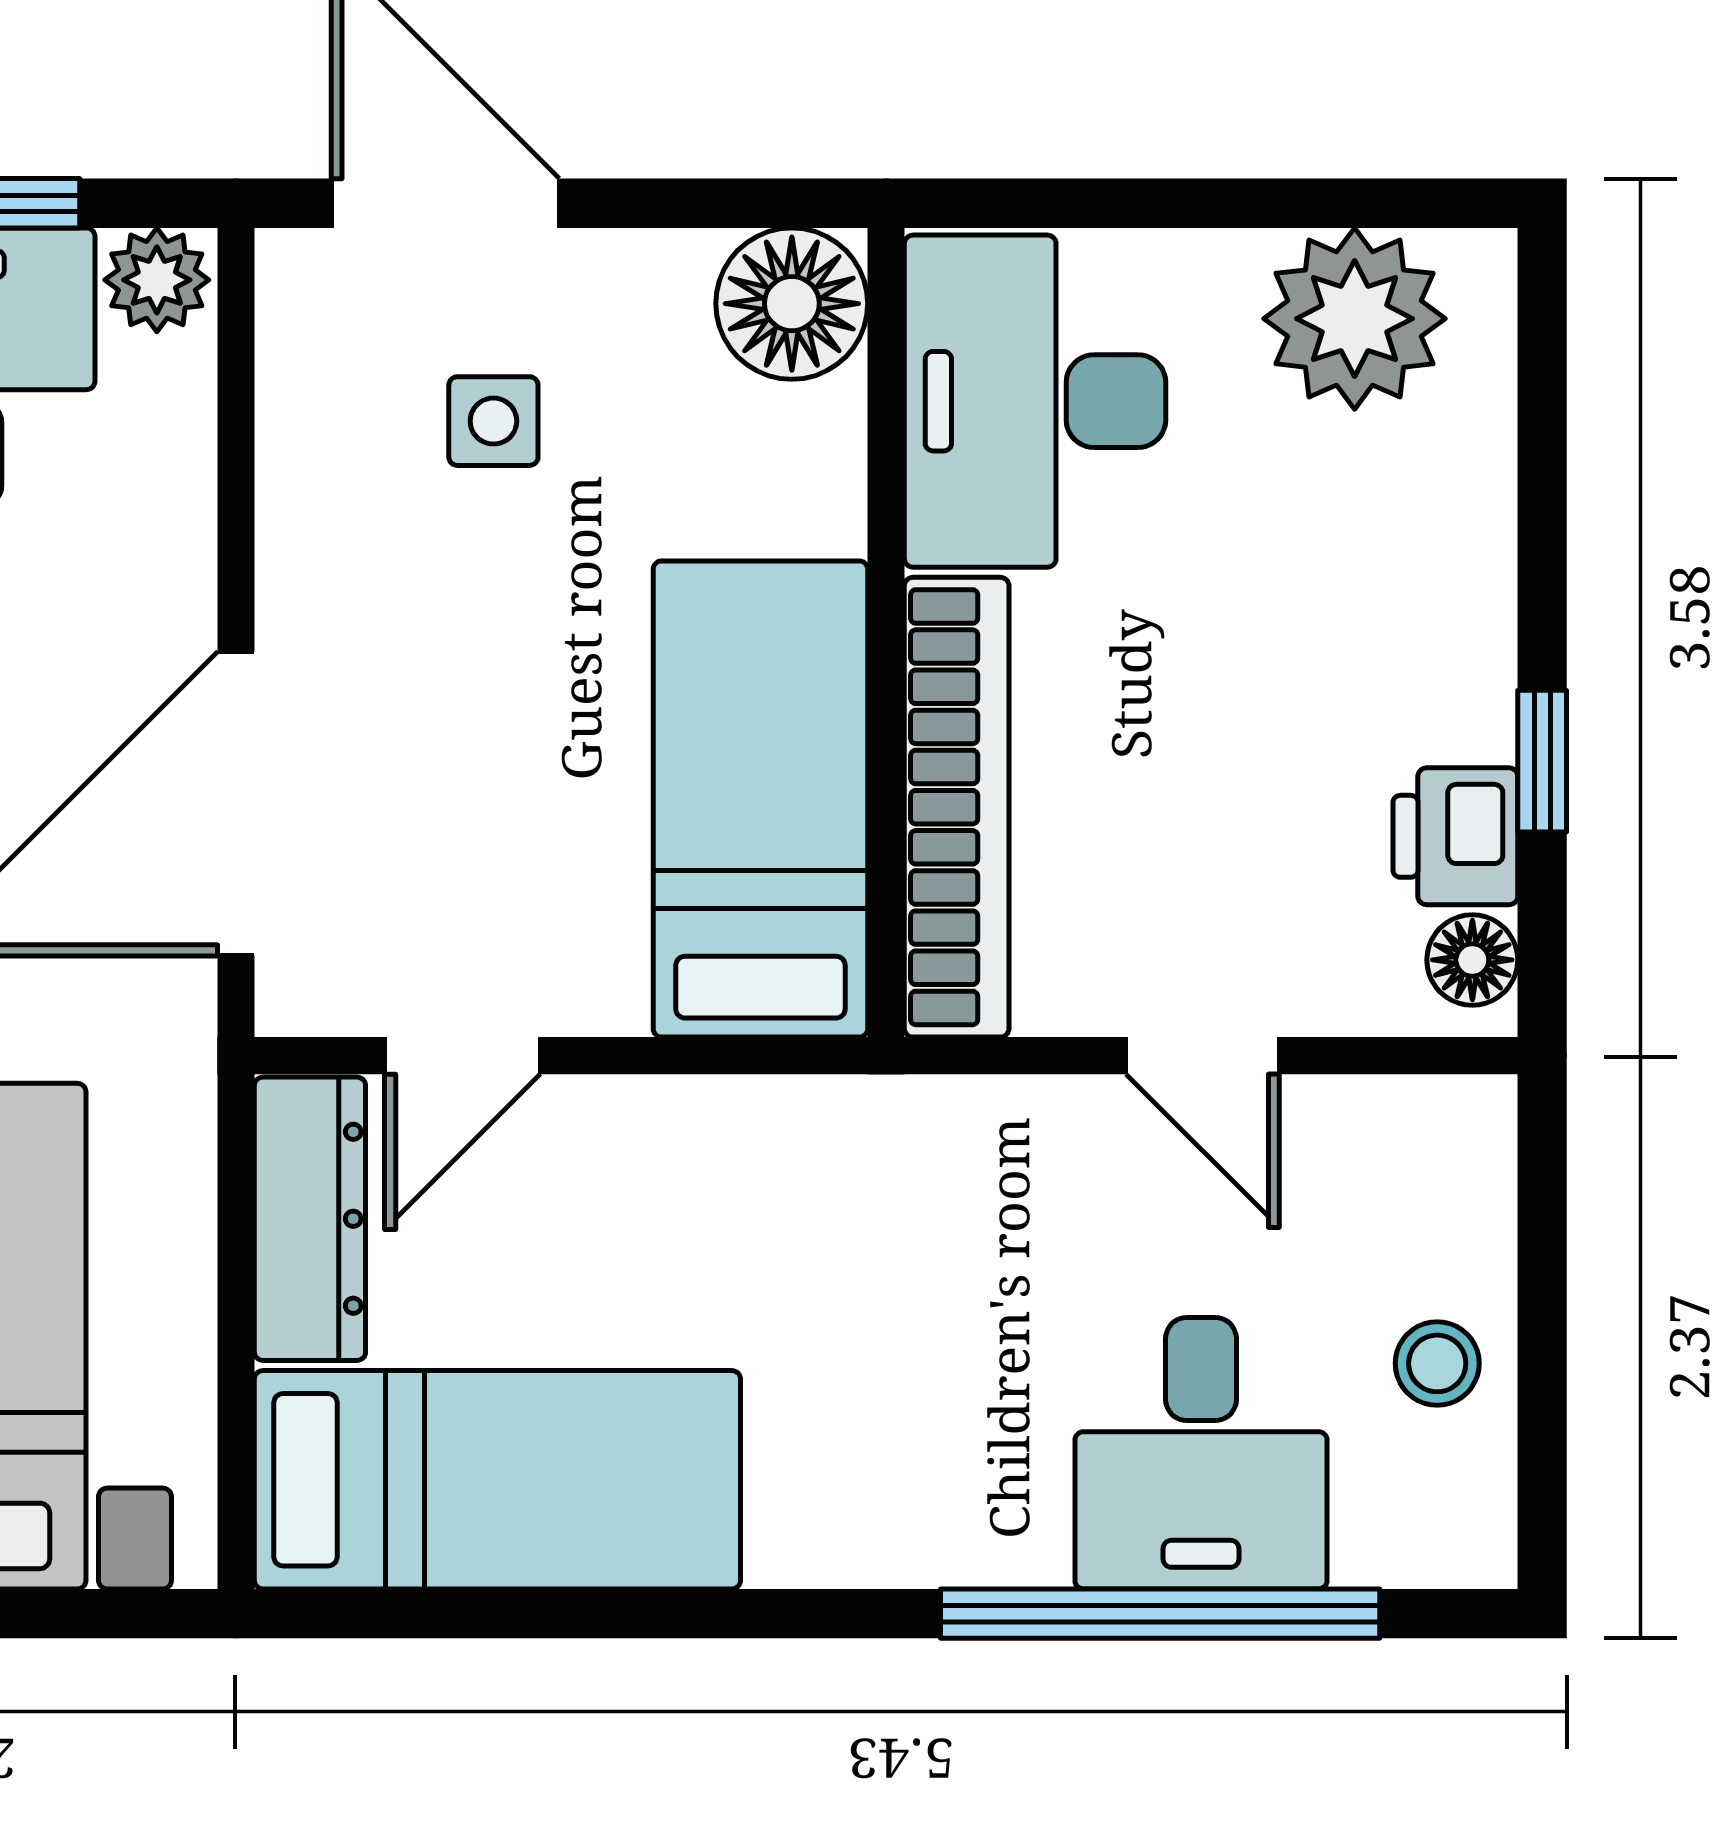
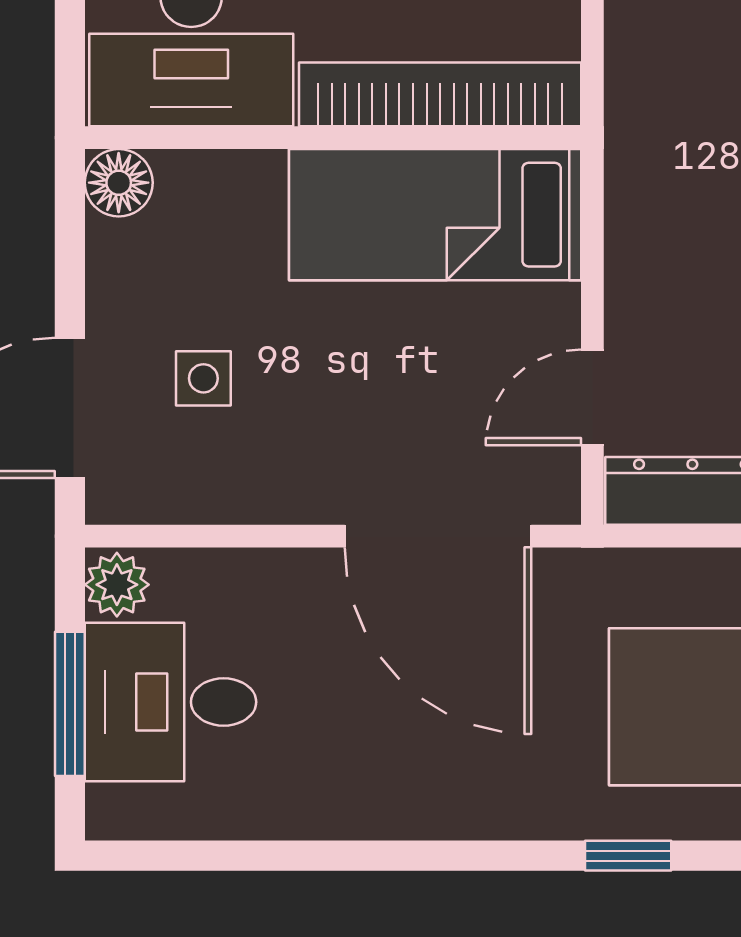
floor lamp: (792, 304) -> (119, 183), width x0.73, depth x0.73
door: (462, 1056) -> (592, 397), swing flipped

